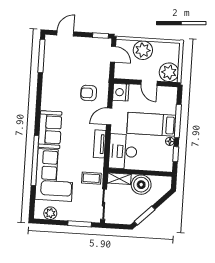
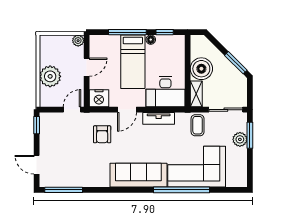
door: (113, 54) -> (72, 110), moved
plant: (169, 72) -> (78, 41), width x0.53, depth x0.53
door: (109, 116) -> (127, 110), hinge flipped
sofa: (50, 130) -> (138, 175), width x1.36
plant: (50, 213) -> (240, 139), moved

